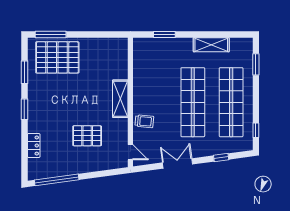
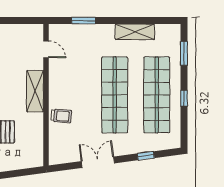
window: (256, 130) -> (184, 98), moved
door: (130, 152) -> (46, 49), moved

